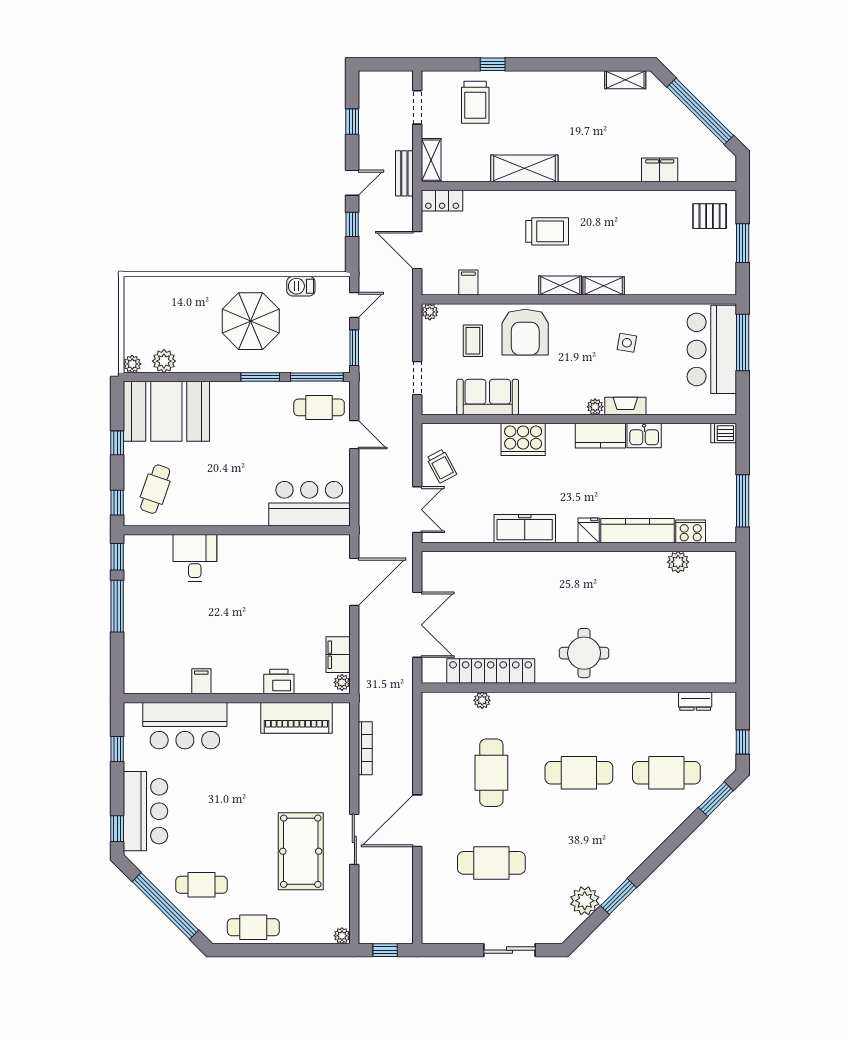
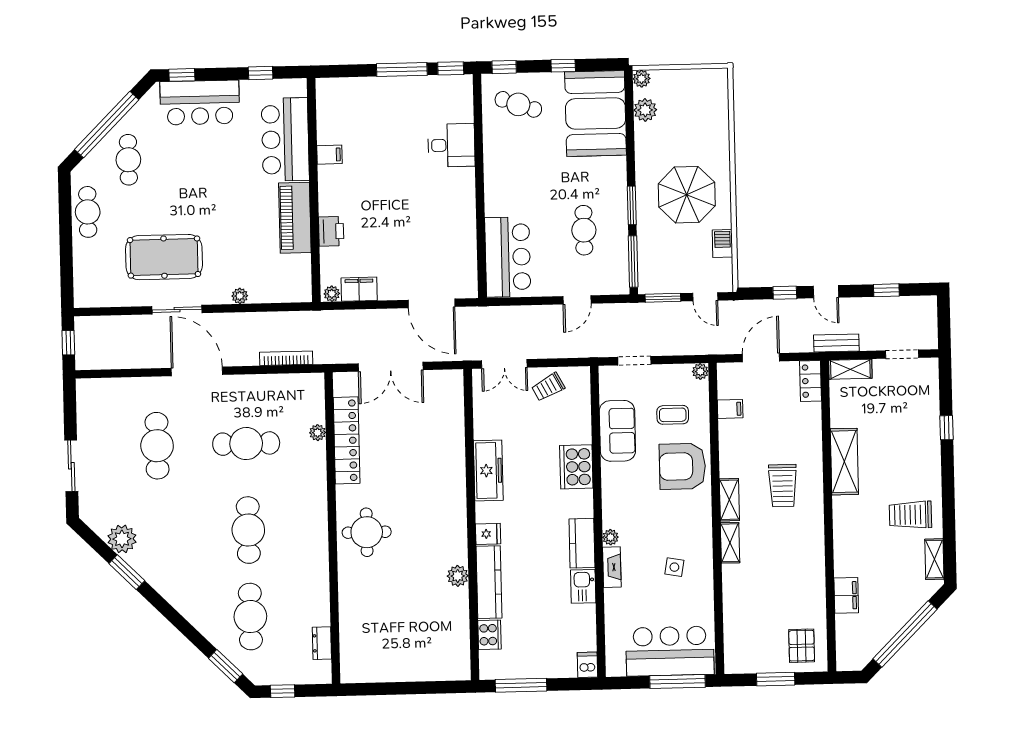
trolley: (475, 102) -> (910, 515), moved
cafe table: (319, 407) -> (584, 230), moved
plant: (678, 562) -> (458, 576), moved
piano: (297, 718) -> (295, 218), moved
bookcase: (365, 748) -> (286, 358), moved, turned 180
plant: (342, 936) -> (240, 296), moved

